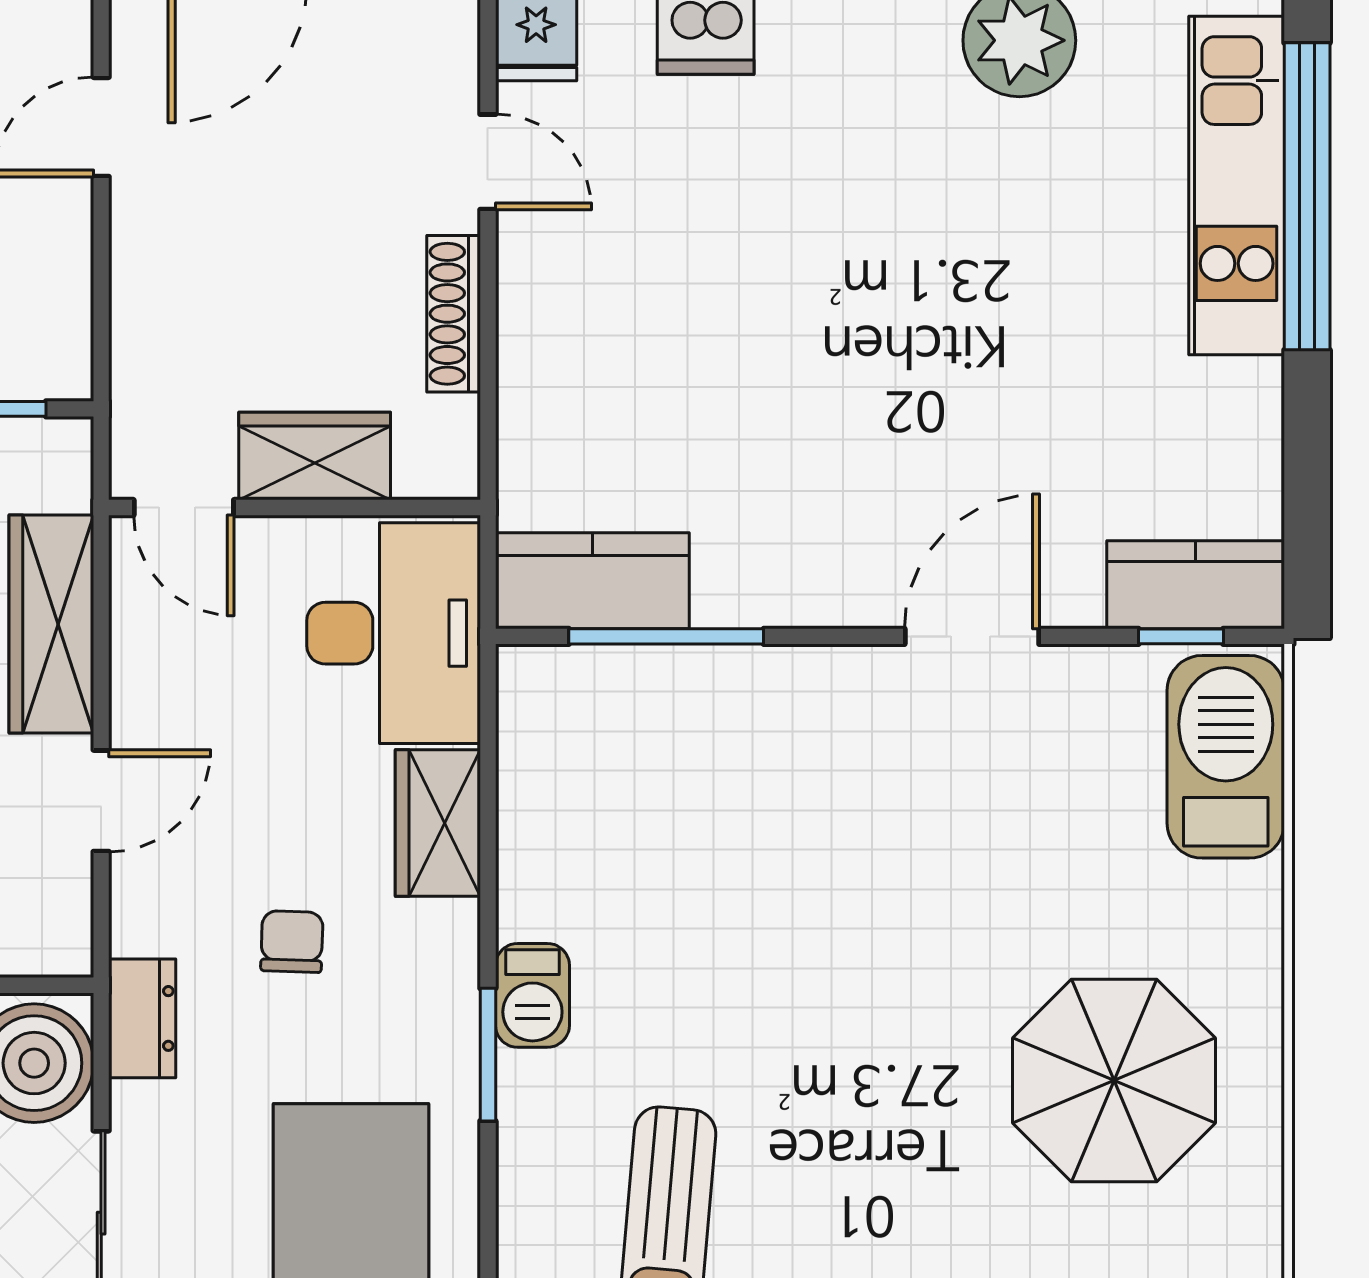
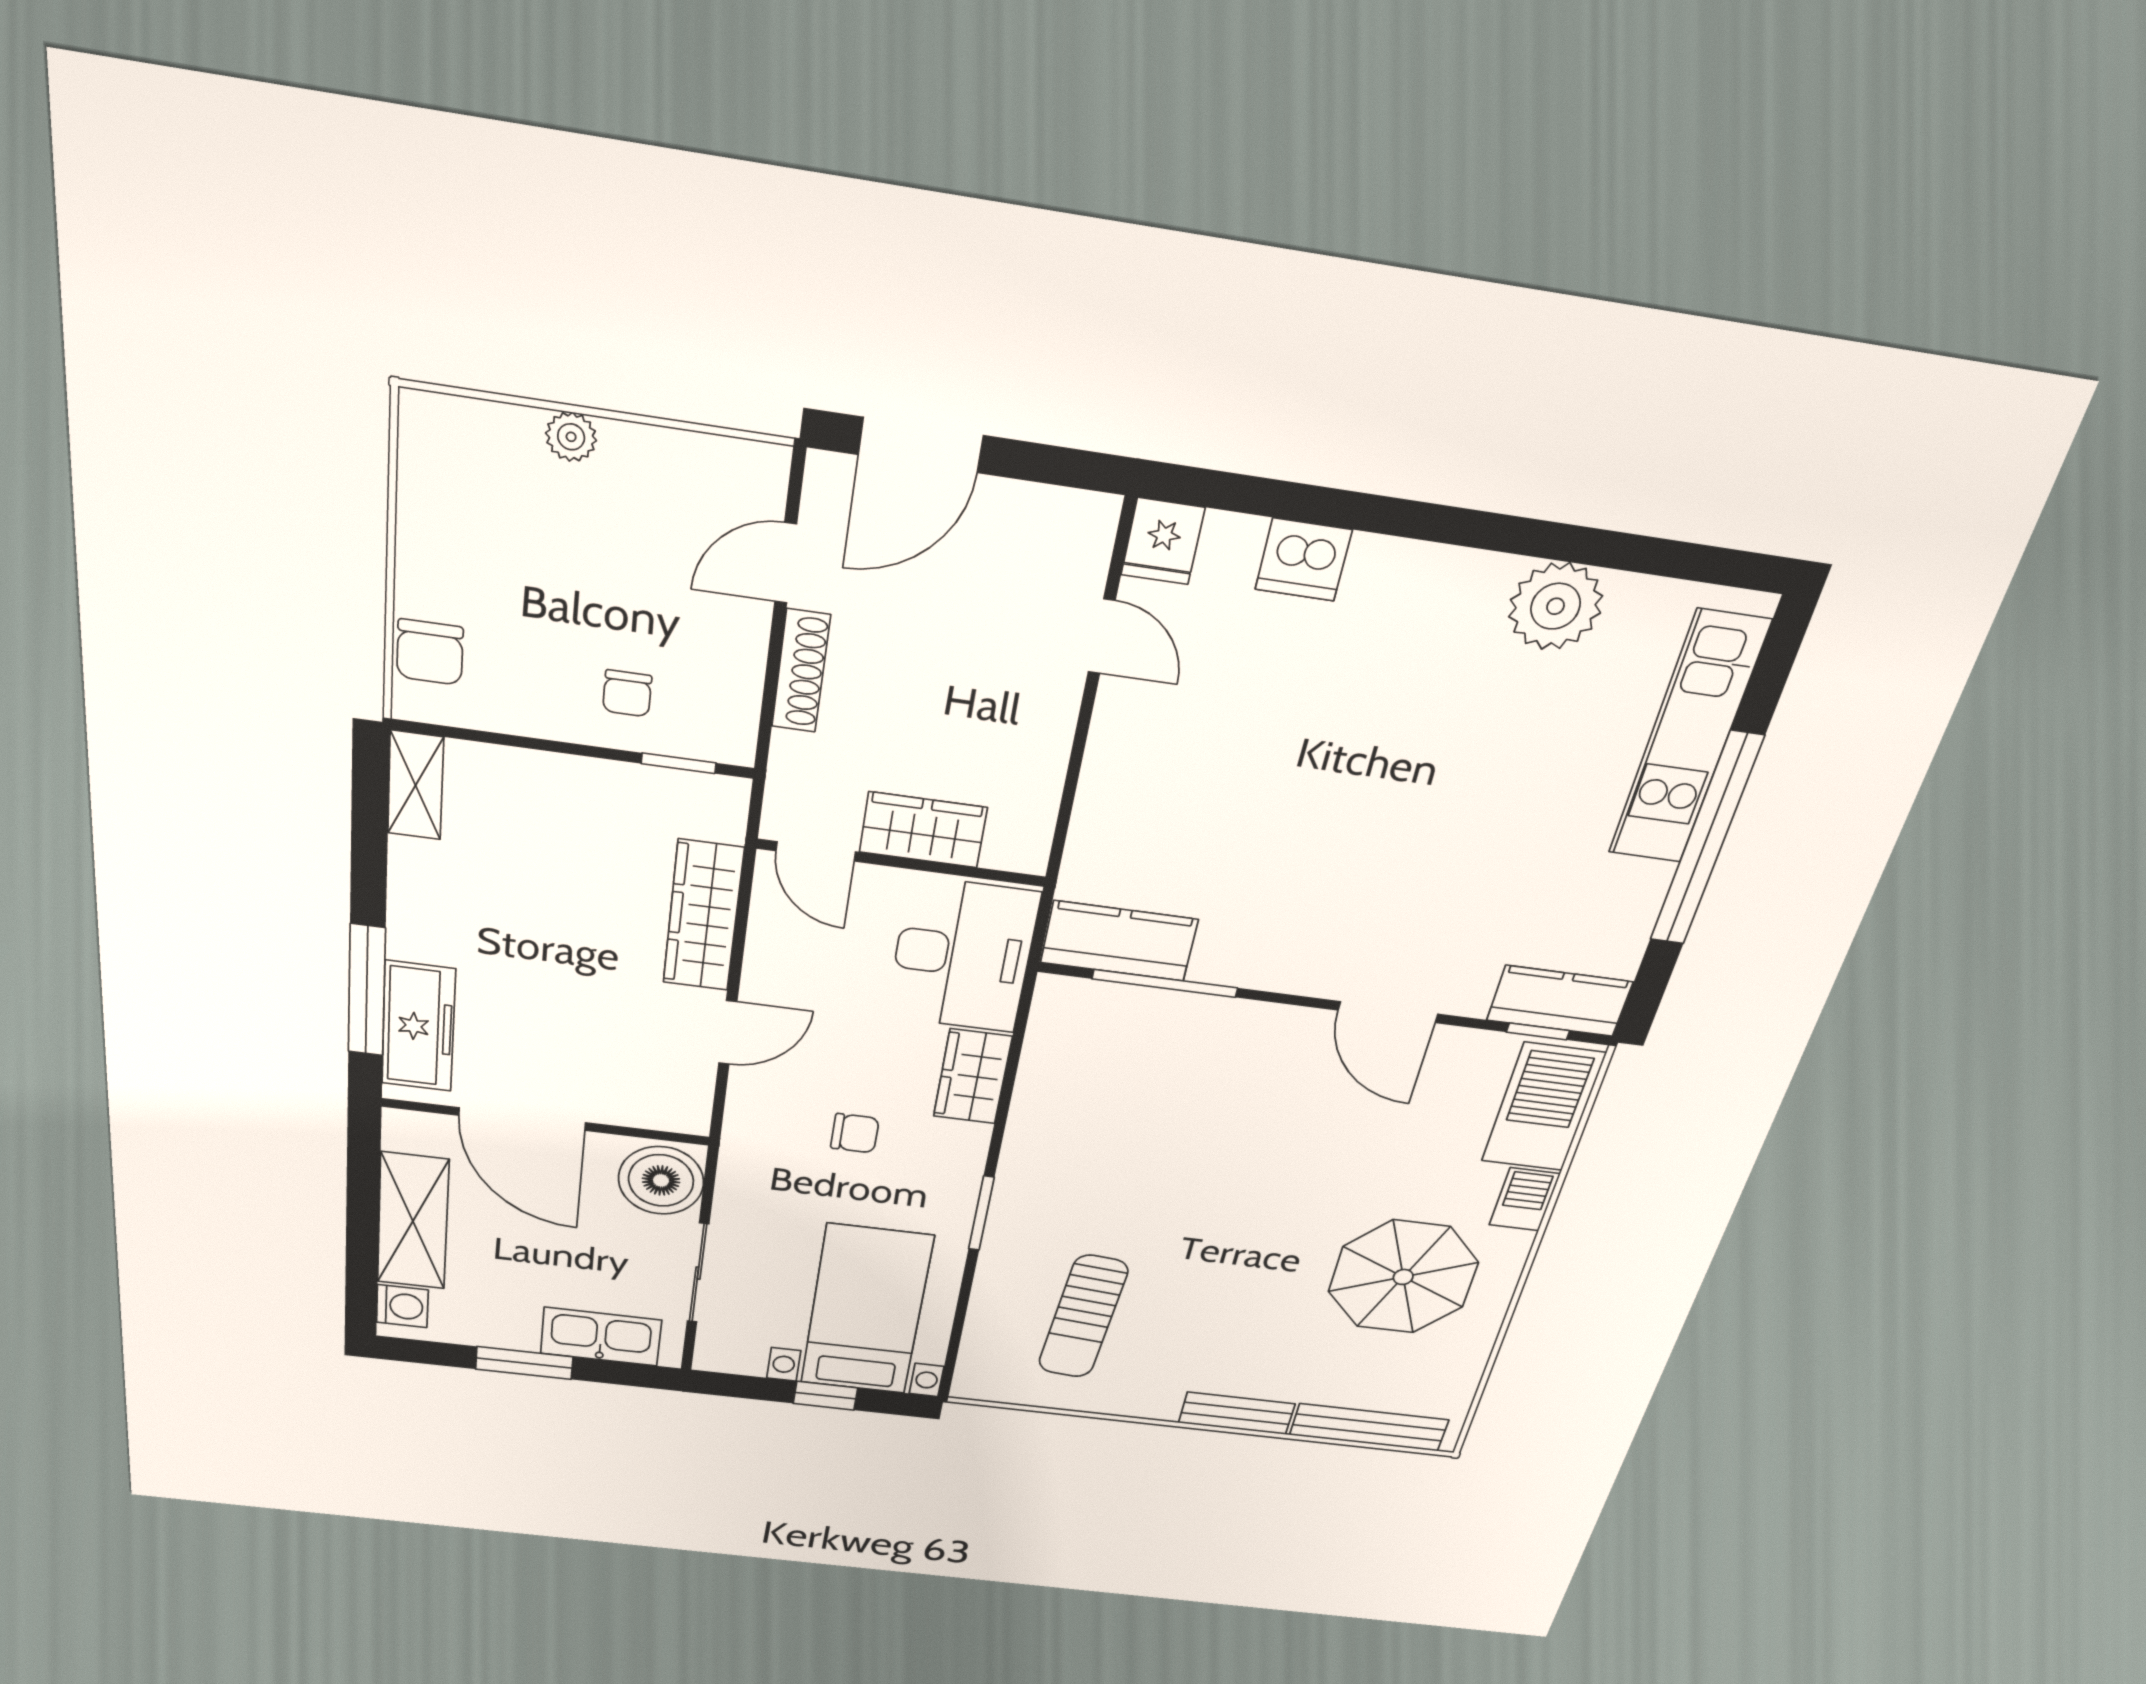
window: (1307, 196) -> (1706, 840), moved
shoe rack: (454, 314) -> (801, 671), moved, turned 180
door: (972, 636) -> (1388, 1012), swing flipped
chair: (292, 942) -> (855, 1133), turned 88
barbecue: (532, 995) -> (1525, 1199), moved, turned 180
dresser: (142, 1018) -> (741, 1164), removed

